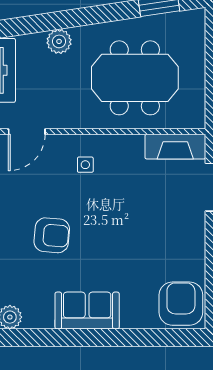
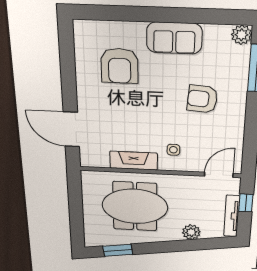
fireplace: (175, 147) -> (134, 161), moved
armchair: (181, 304) -> (120, 66), moved

